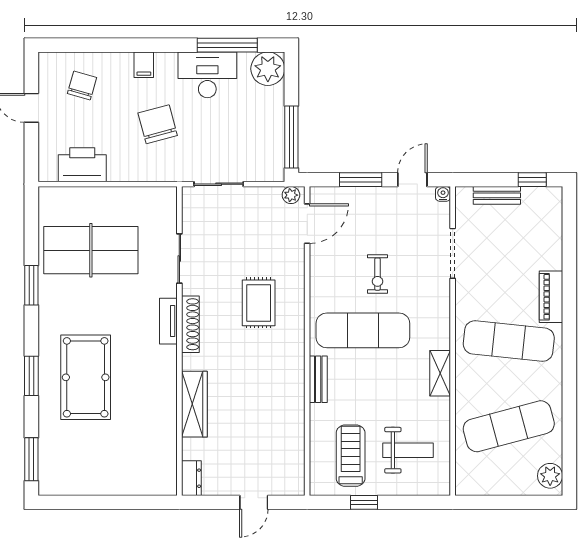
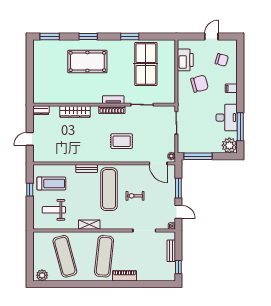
chair: (158, 124) -> (199, 84), moved
weight bench: (408, 450) -> (54, 210), turned 90
door: (254, 502) -> (30, 139), hinge flipped

